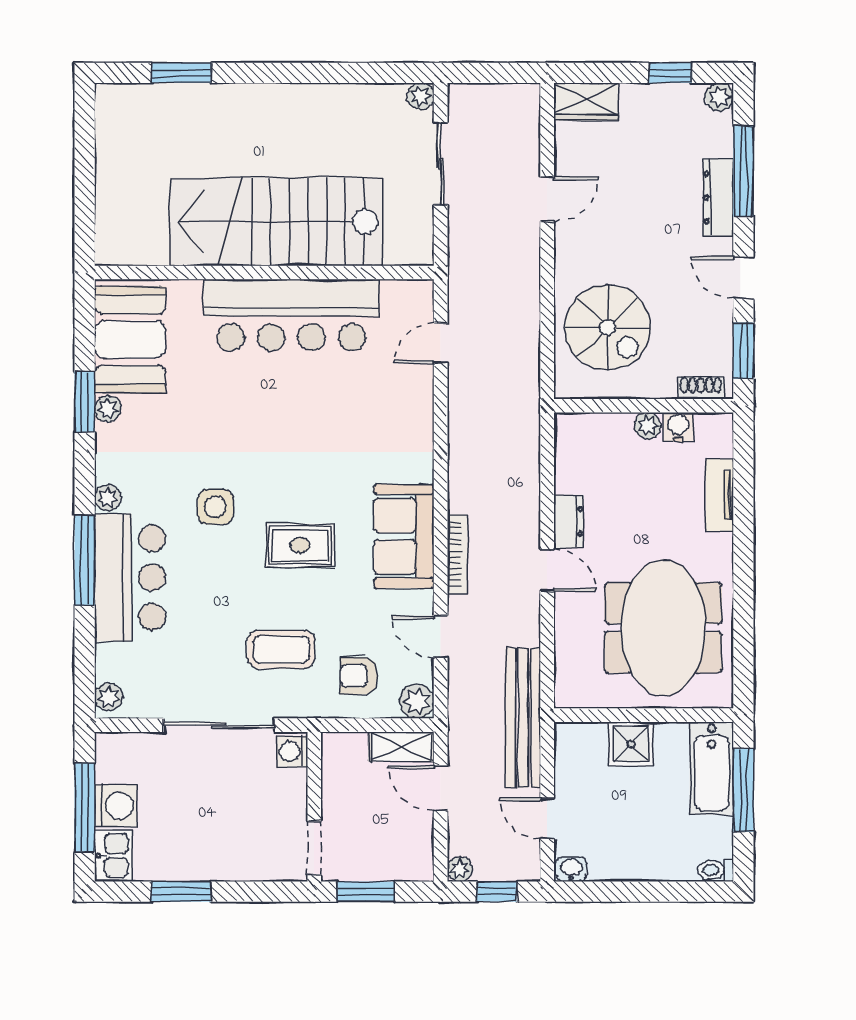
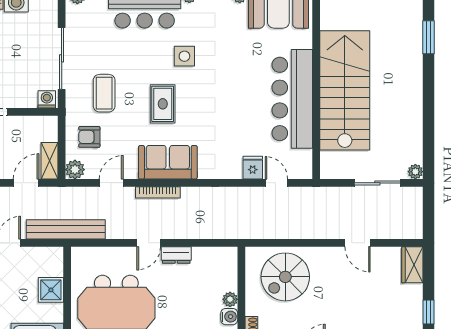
fridge: (414, 385) -> (253, 168), added
armchair: (359, 676) -> (89, 137), turned -90

